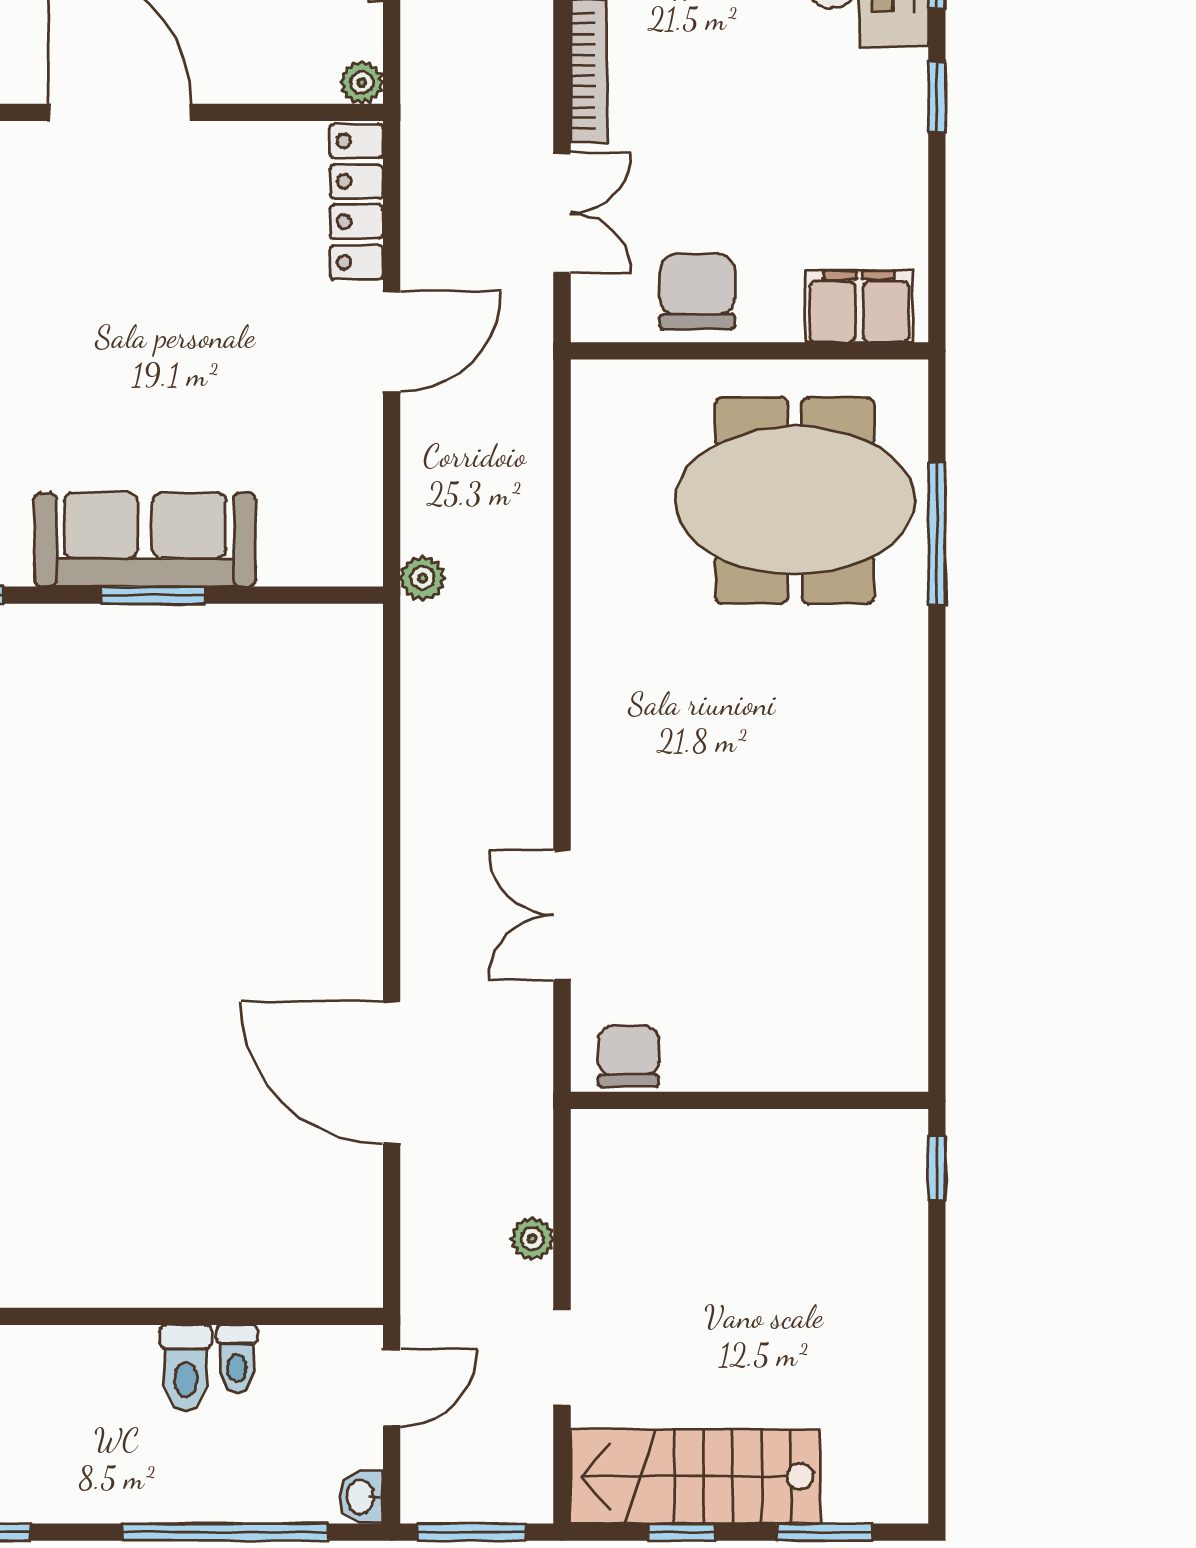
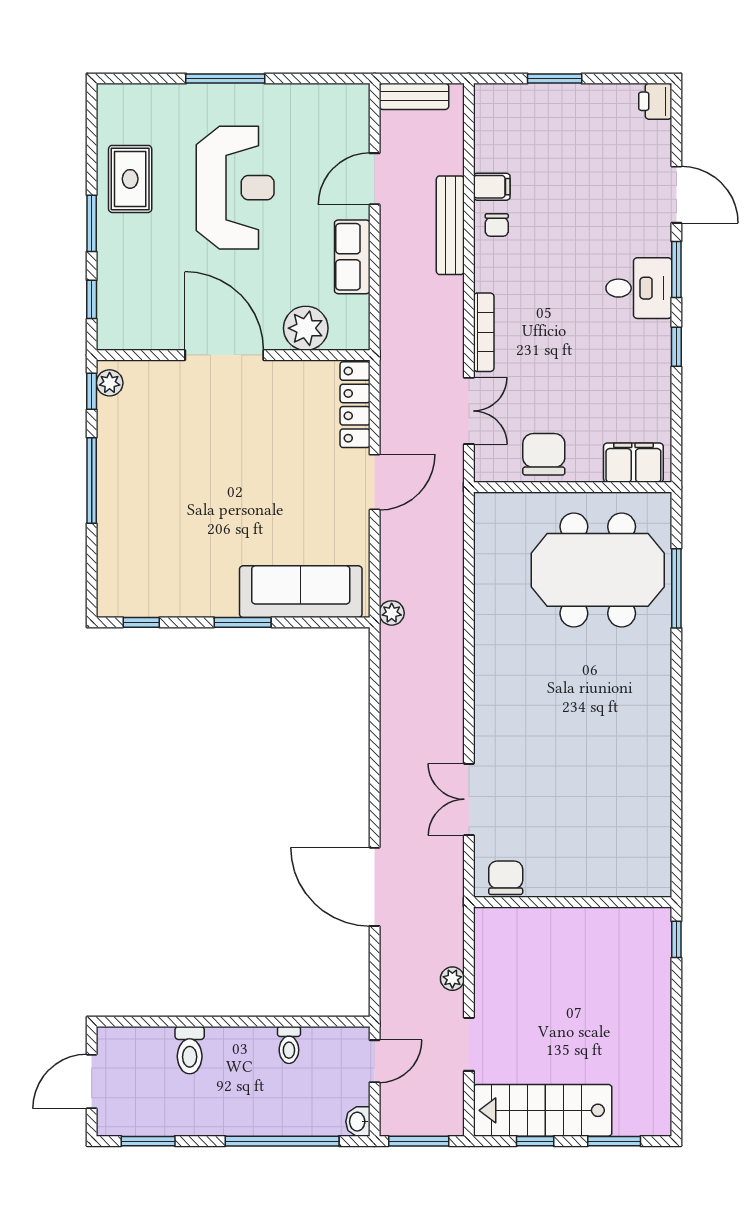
plant: (362, 82) -> (306, 328), moved, width x1.88, depth x1.88
sofa: (145, 540) -> (301, 592), moved
toilet: (186, 1368) -> (190, 1050), moved

